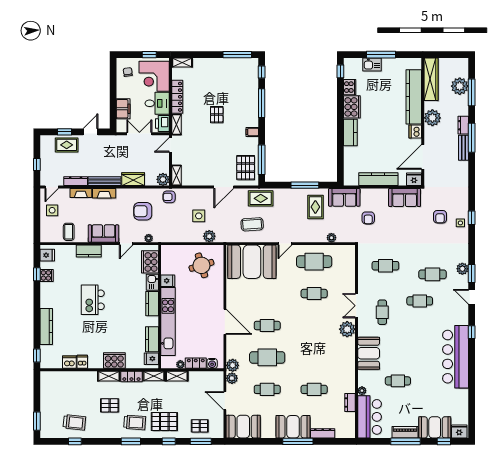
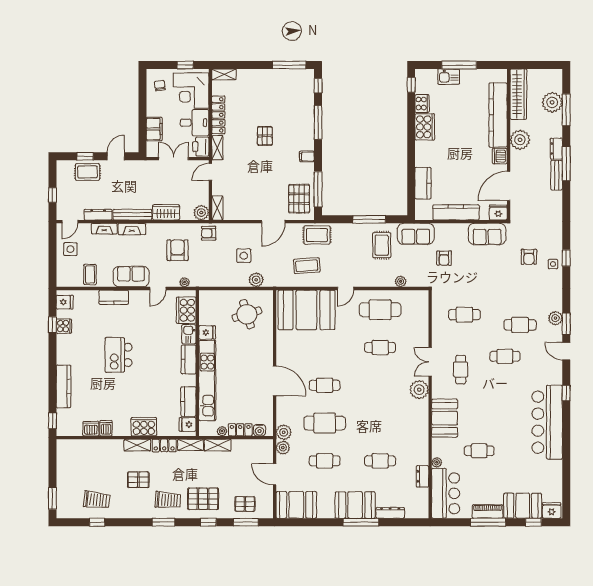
kitchen counter: (350, 132) -> (423, 183), moved
armchair: (143, 211) -> (178, 250), turned 90

